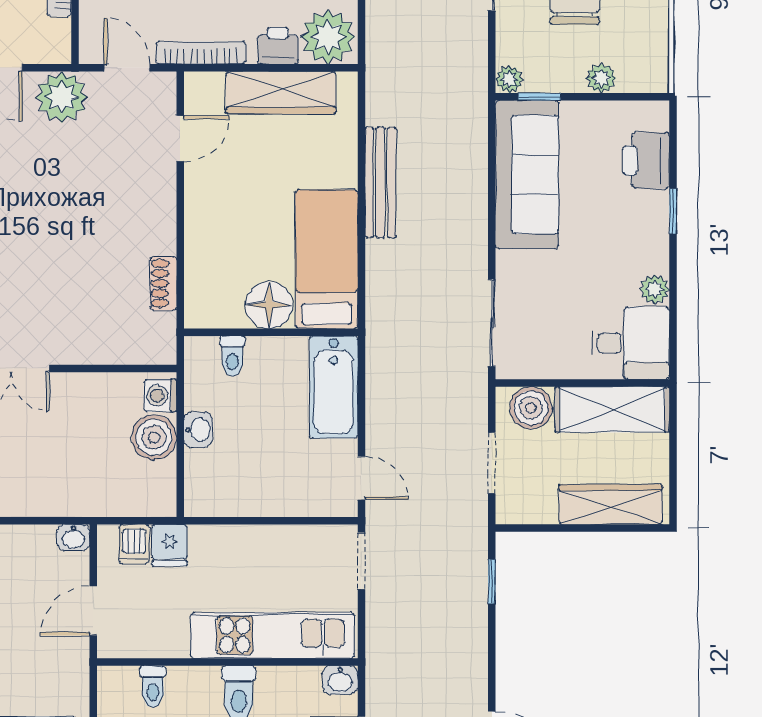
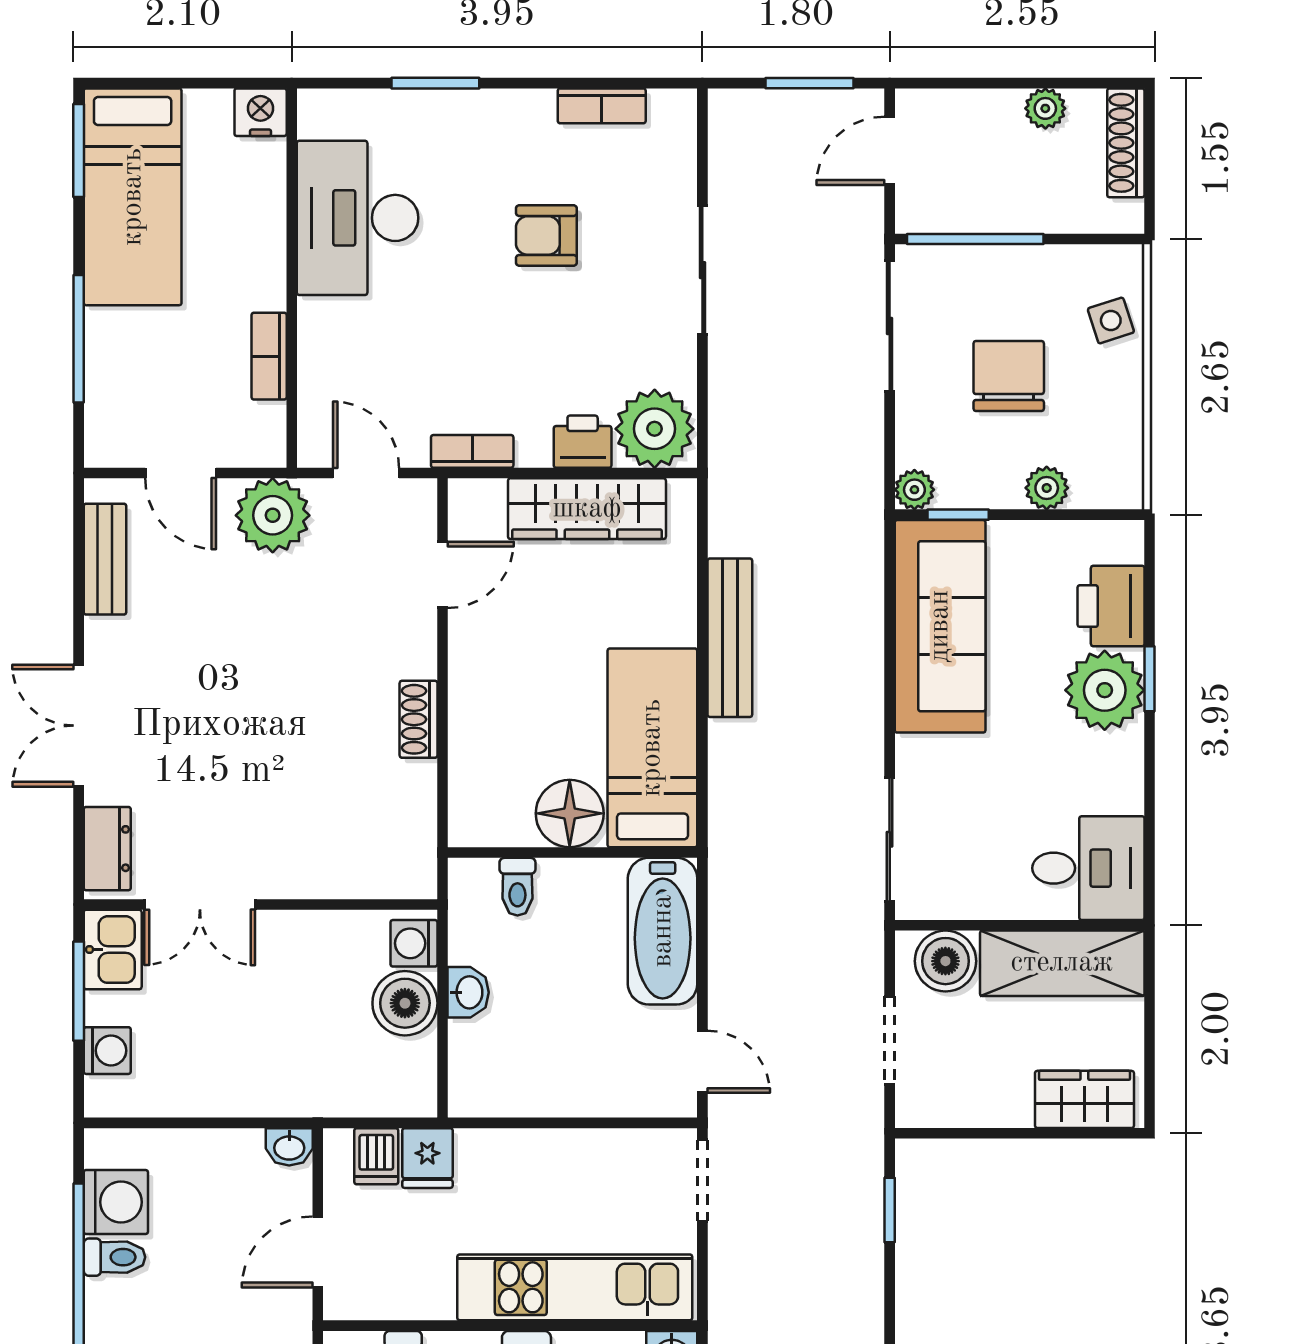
bookcase: (201, 53) -> (472, 451), width x0.64
shoe rack: (163, 283) -> (419, 719), moved
plant: (655, 289) -> (1105, 690), moved, width x1.88, depth x1.88
wardrobe: (610, 504) -> (1084, 1099), width x0.67

